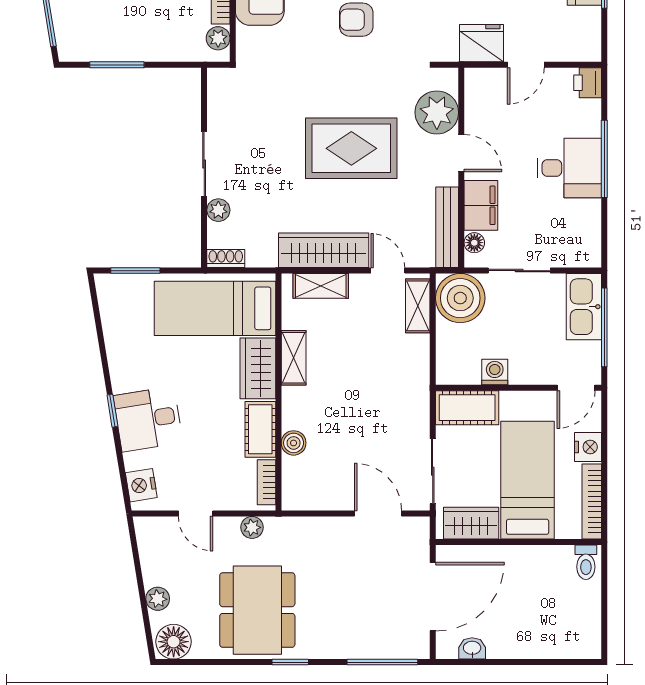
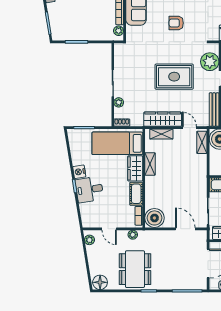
boiler: (294, 443) -> (154, 218), moved, width x1.86, depth x1.86
nightstand: (141, 485) -> (79, 172), moved
plant: (158, 599) -> (89, 240), moved

